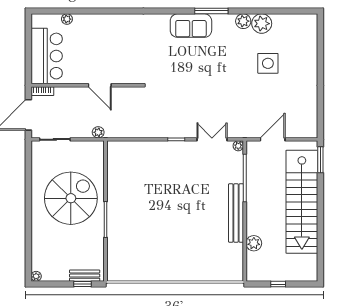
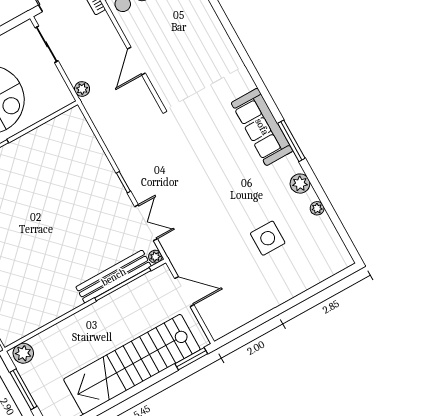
plant: (262, 24) -> (317, 208), width x0.53, depth x0.53
sofa: (191, 26) -> (262, 127), width x1.36
bench: (236, 213) -> (114, 277), moved
plant: (254, 243) -> (23, 353), moved
window: (278, 284) -> (23, 389), width x2.17

